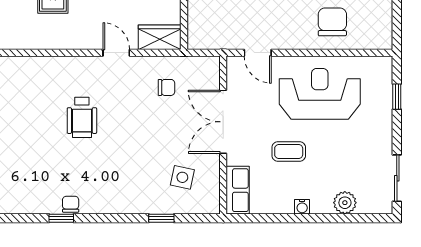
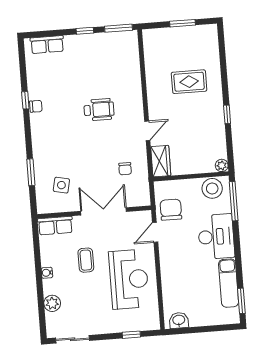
chair: (332, 22) -> (171, 210), moved, turned -90
washbasin: (382, 29) -> (179, 320), added
wheelchair: (82, 117) -> (99, 110), turned 180
window: (161, 218) -> (31, 172), width x1.50

